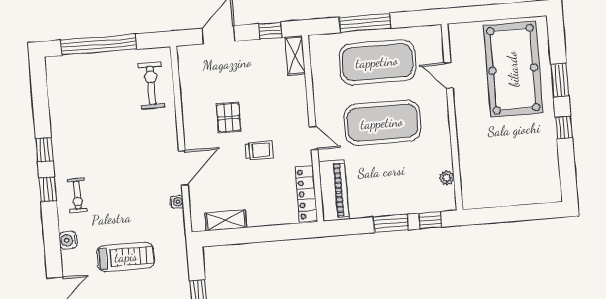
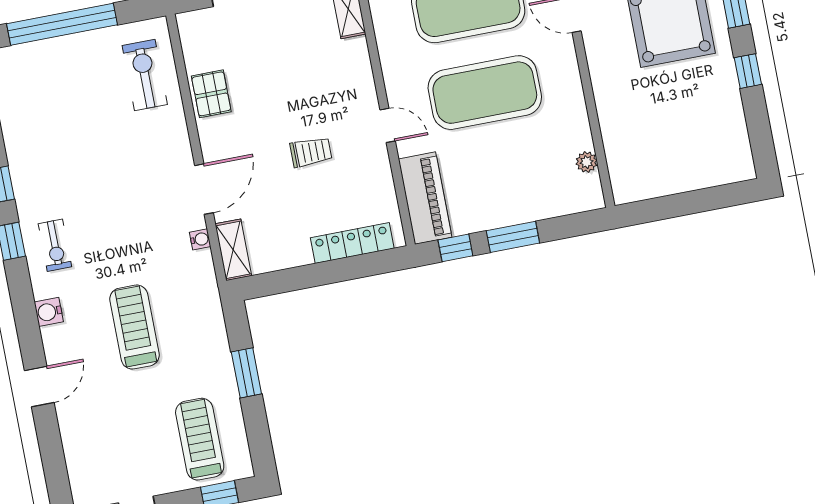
pallet: (229, 118) -> (211, 94), moved
locker: (306, 194) -> (352, 243), moved, turned 90
shelving: (226, 220) -> (233, 250), moved, turned 90
window: (430, 220) -> (455, 248), moved
treadmill: (126, 257) -> (134, 327), turned -90

